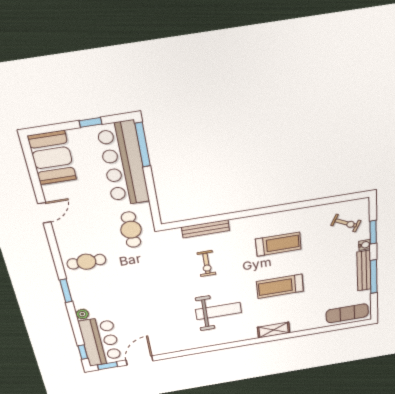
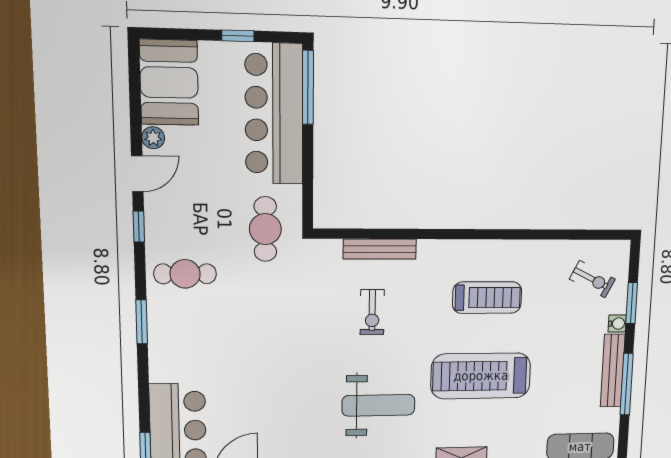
window: (52, 241) -> (139, 227), added
treadmill: (280, 286) -> (481, 376), width x1.37, depth x1.38
plant: (82, 314) -> (153, 138), moved

